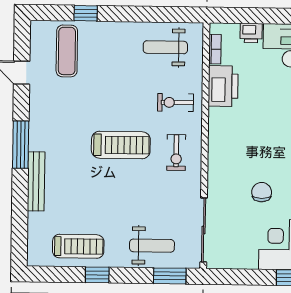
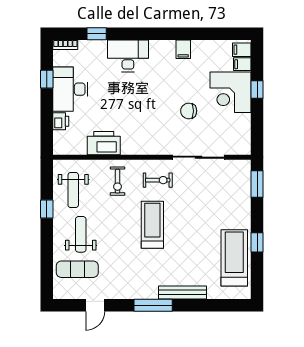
window: (86, 13) -> (47, 209), moved
bookcase: (215, 49) -> (74, 150), removed
sliding door: (204, 230) -> (198, 157), moved
treadmill: (78, 246) -> (234, 258), width x1.37, depth x1.37
weight bench: (152, 246) -> (81, 234), moved

